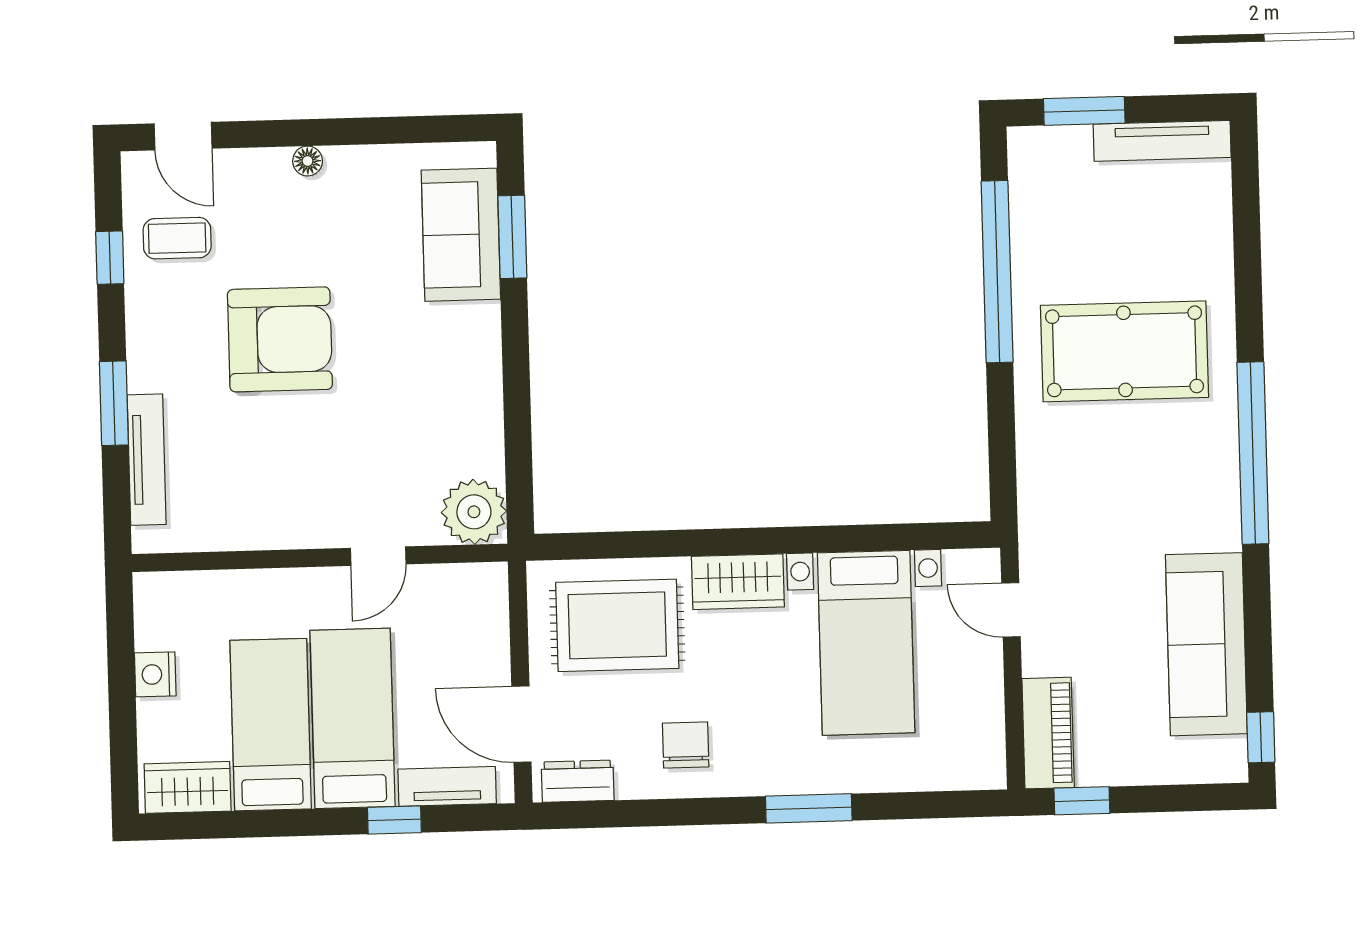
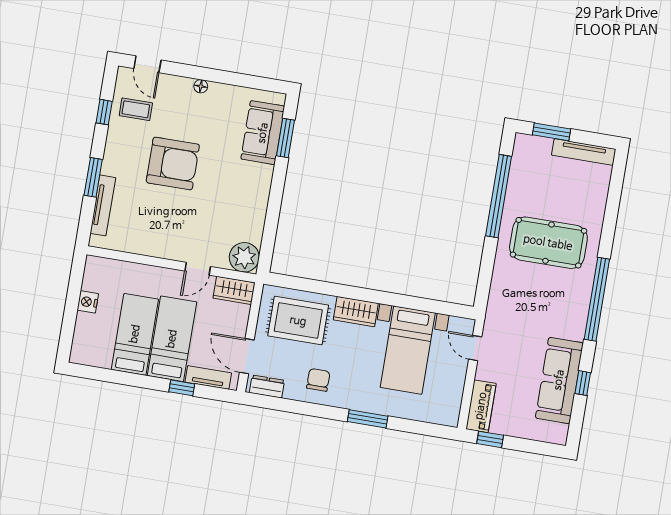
window: (1261, 737) -> (583, 383), moved
wardrobe: (188, 787) -> (234, 290), moved, turned 180

